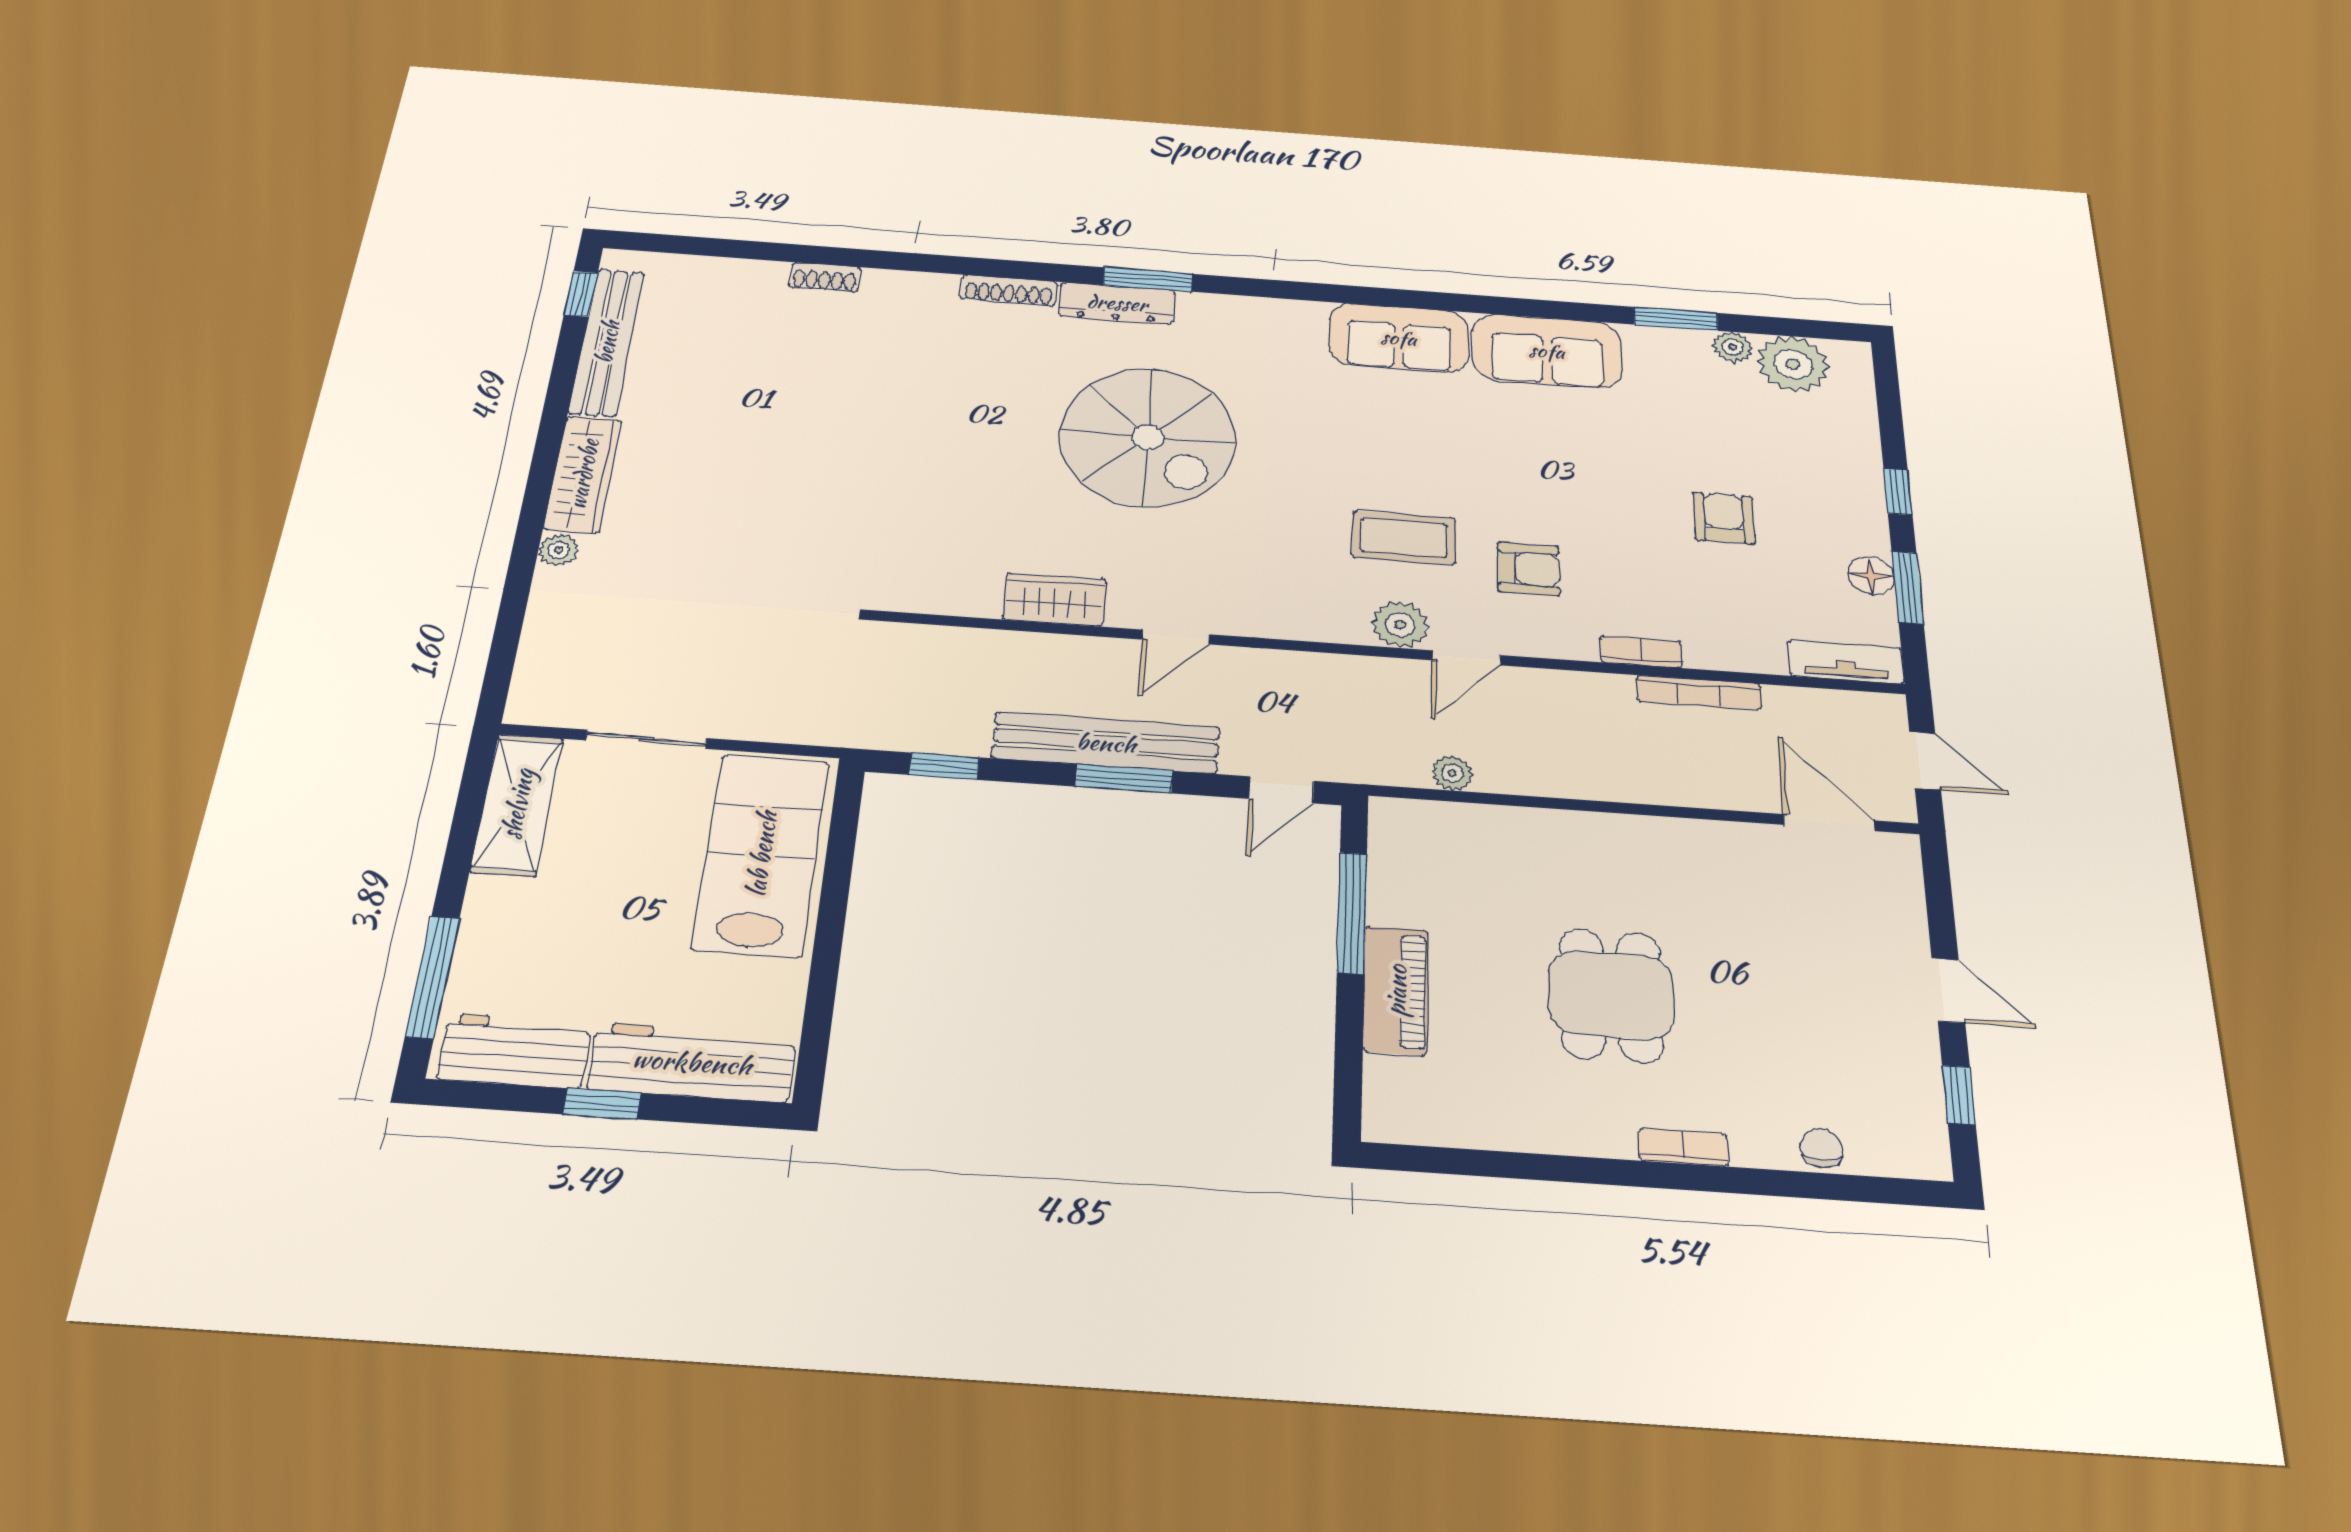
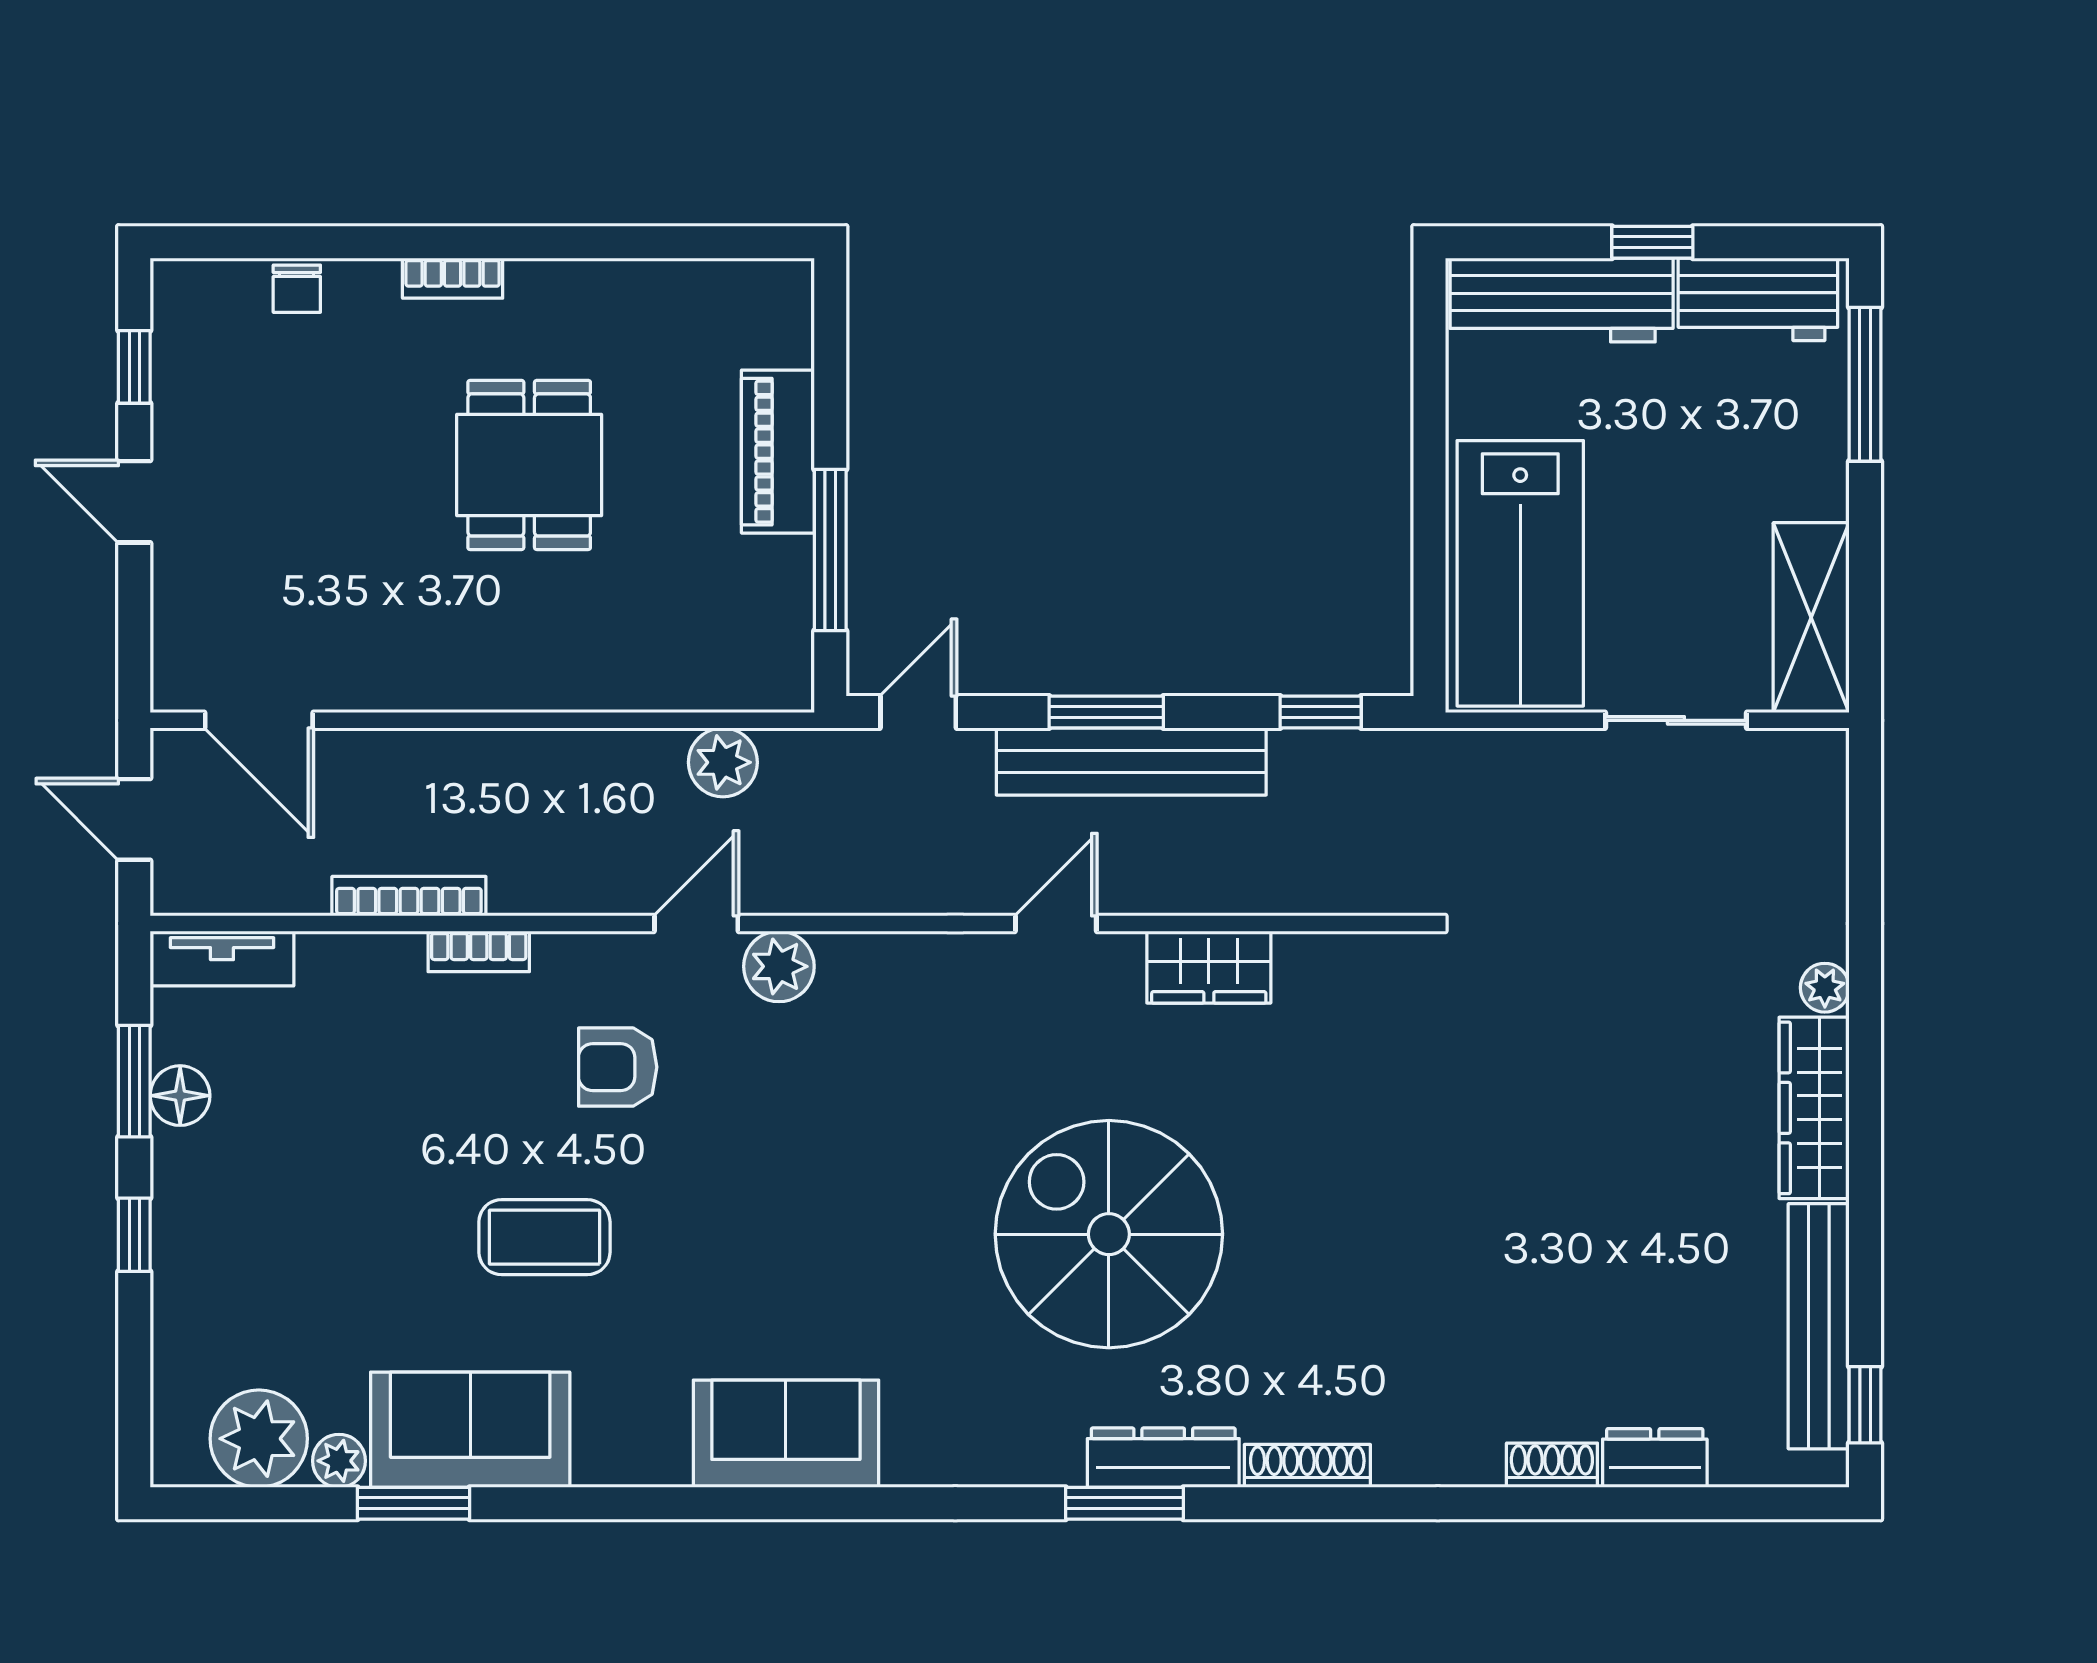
dresser: (747, 275) -> (1655, 1458), added
sofa: (1547, 351) -> (470, 1430), moved
armchair: (1724, 518) -> (364, 1171), removed
coffee table: (1404, 538) -> (544, 1237), moved
plant: (1452, 773) -> (723, 762), width x1.38, depth x1.38

